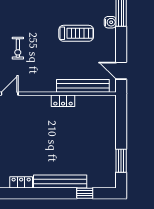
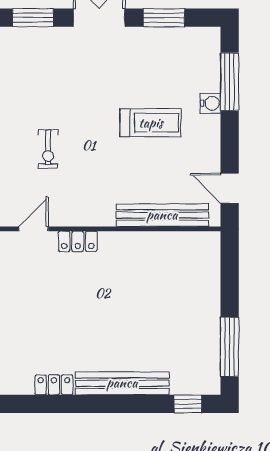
locker: (63, 101) -> (78, 241), moved
window: (121, 161) -> (230, 347), width x1.44
window: (85, 193) -> (188, 404), moved

